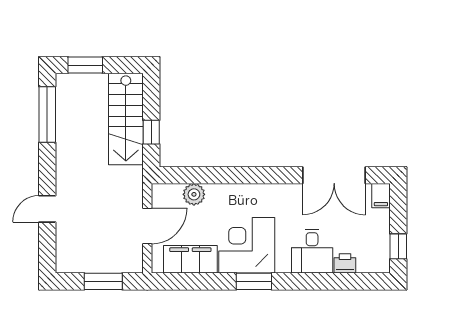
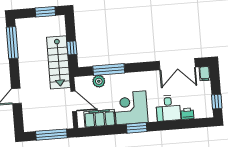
window: (85, 65) -> (45, 12), moved
stairs: (126, 119) -> (58, 62), moved
window: (213, 175) -> (109, 70), added
door: (147, 226) -> (74, 101), hinge flipped
window: (103, 281) -> (51, 135), width x1.44

